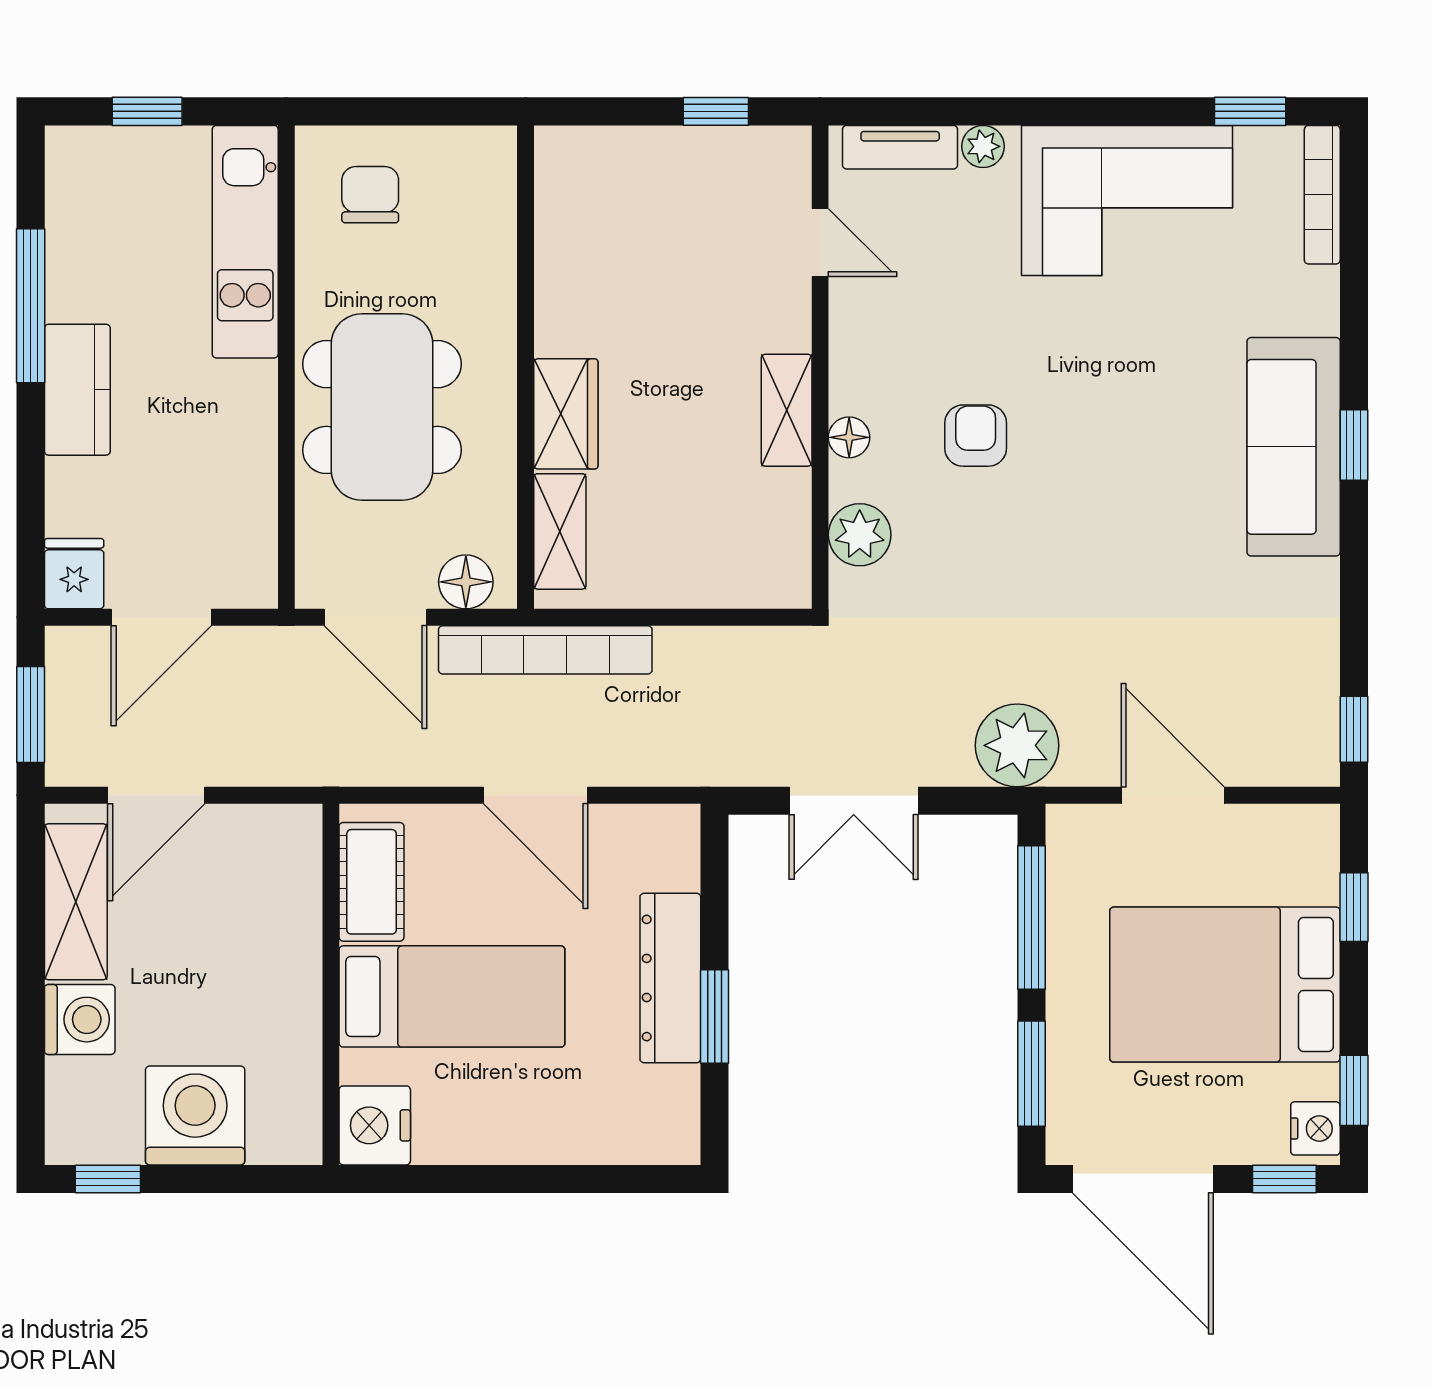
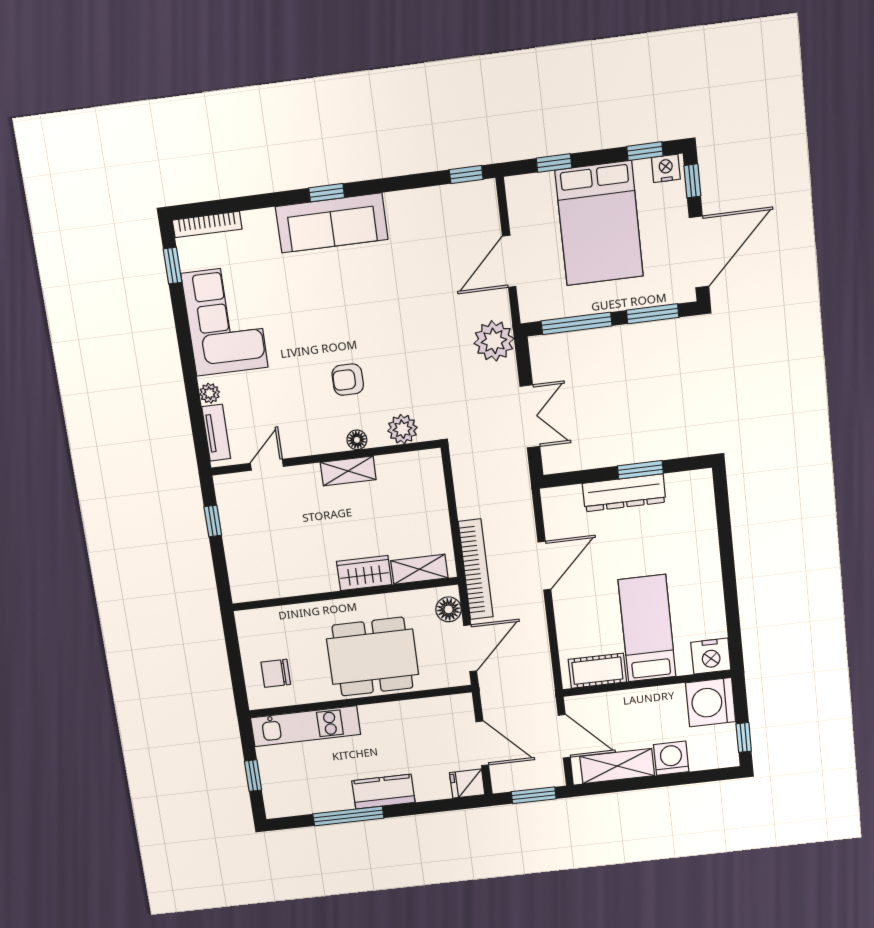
cot: (372, 882) -> (597, 671), moved
wall: (331, 984) -> (647, 683), moved
bed: (452, 996) -> (647, 628), moved
nightstand: (375, 1125) -> (711, 656), moved

